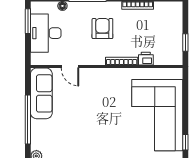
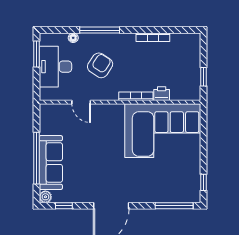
armchair: (102, 29) -> (100, 65), moved, turned 33
sofa: (41, 93) -> (51, 163), moved
corner sofa: (157, 115) -> (163, 131), moved, turned -90

